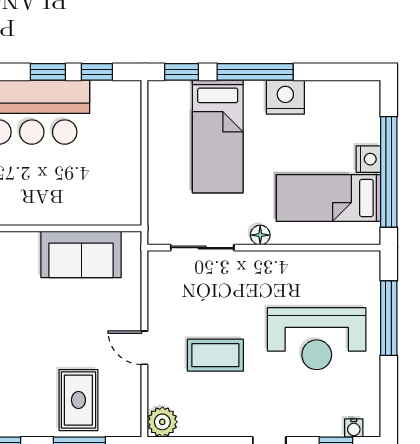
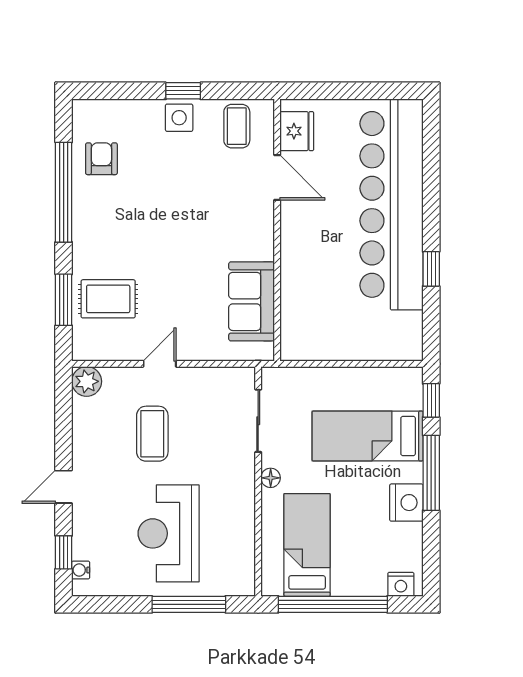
window: (97, 72) -> (431, 317), removed
nightstand: (368, 159) -> (401, 584), moved

